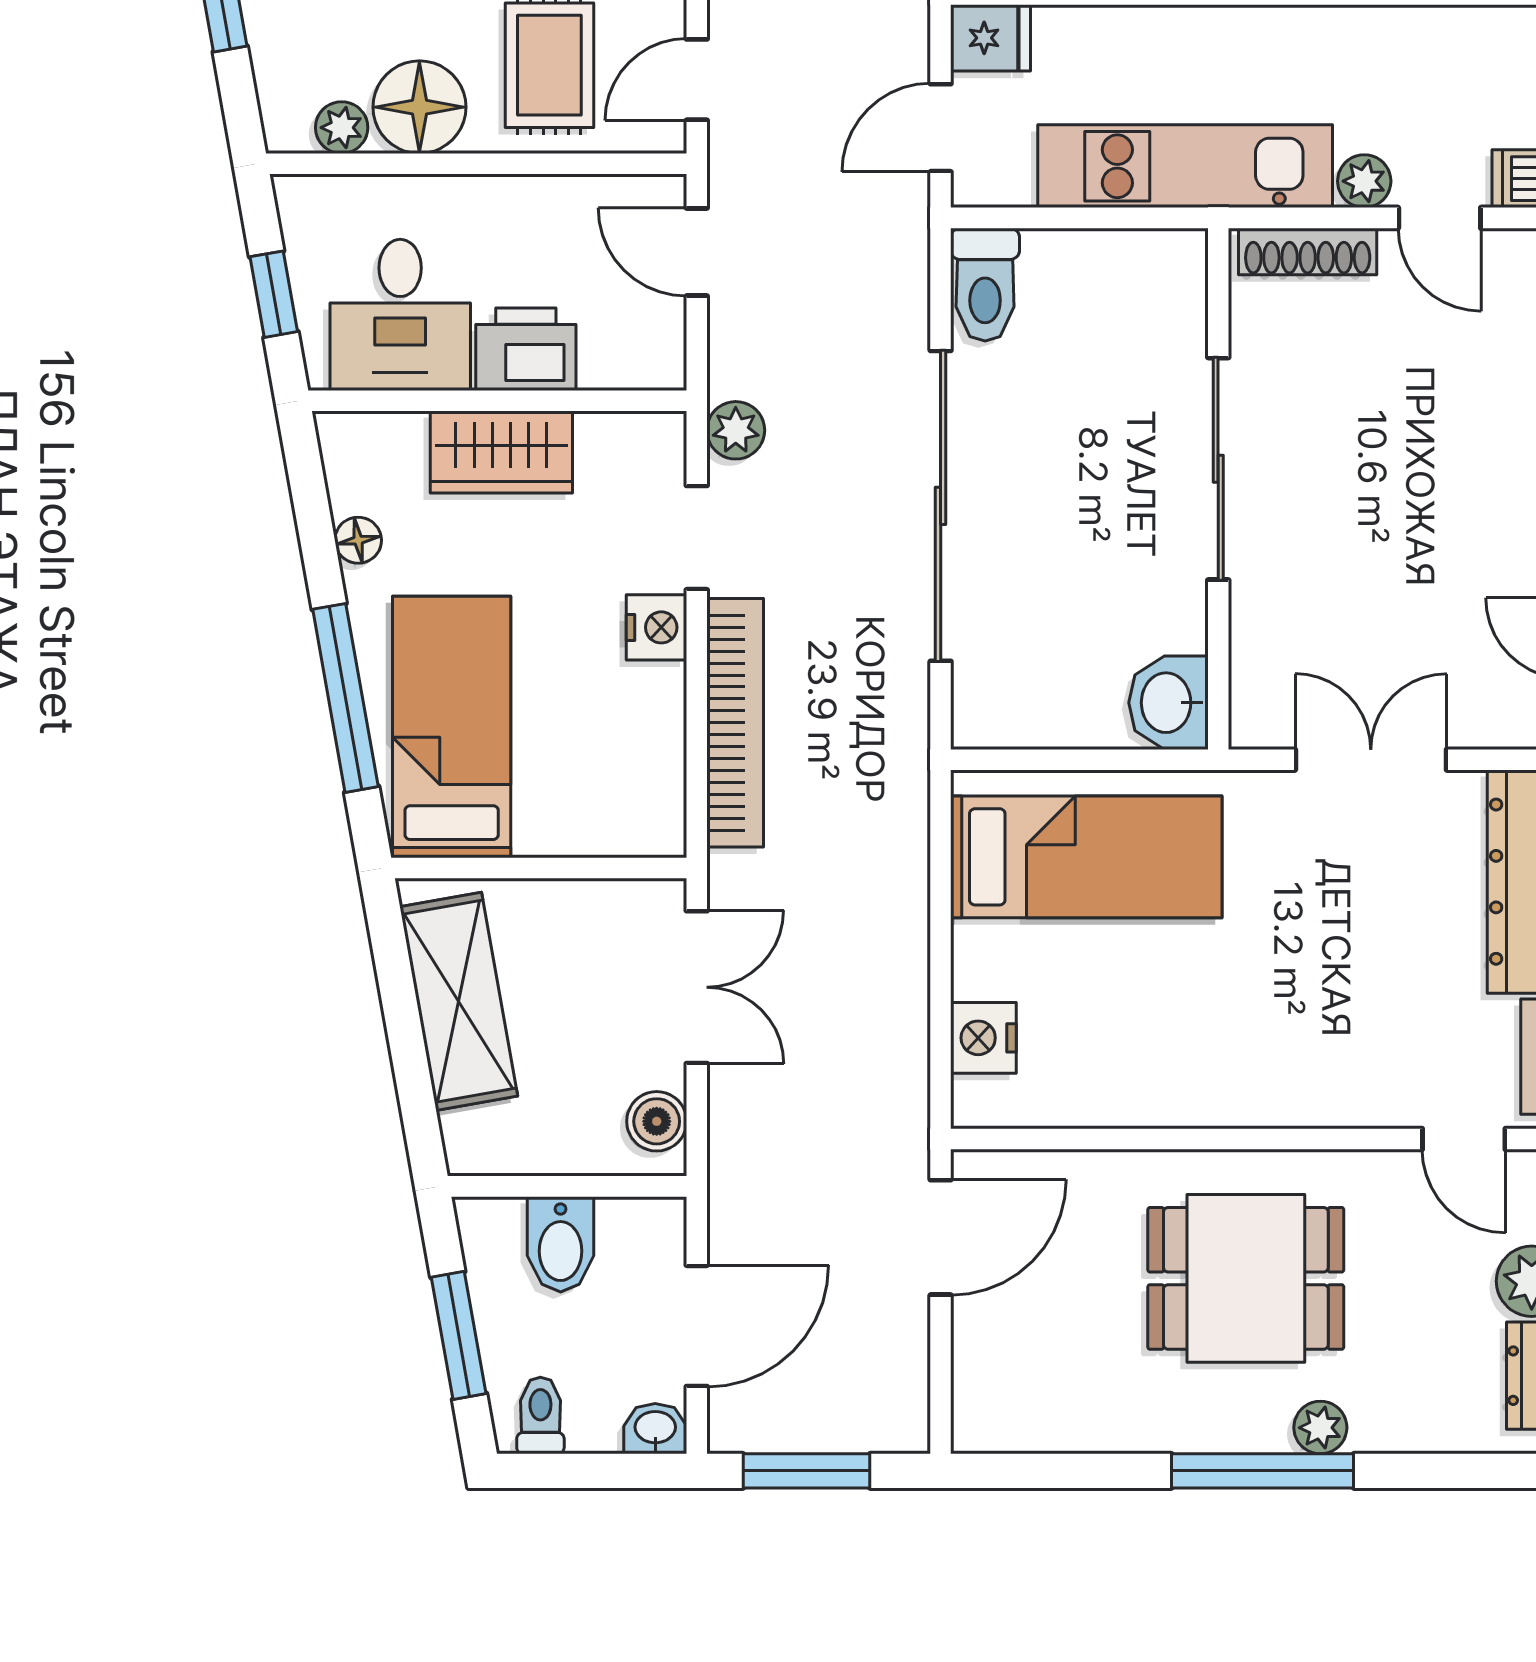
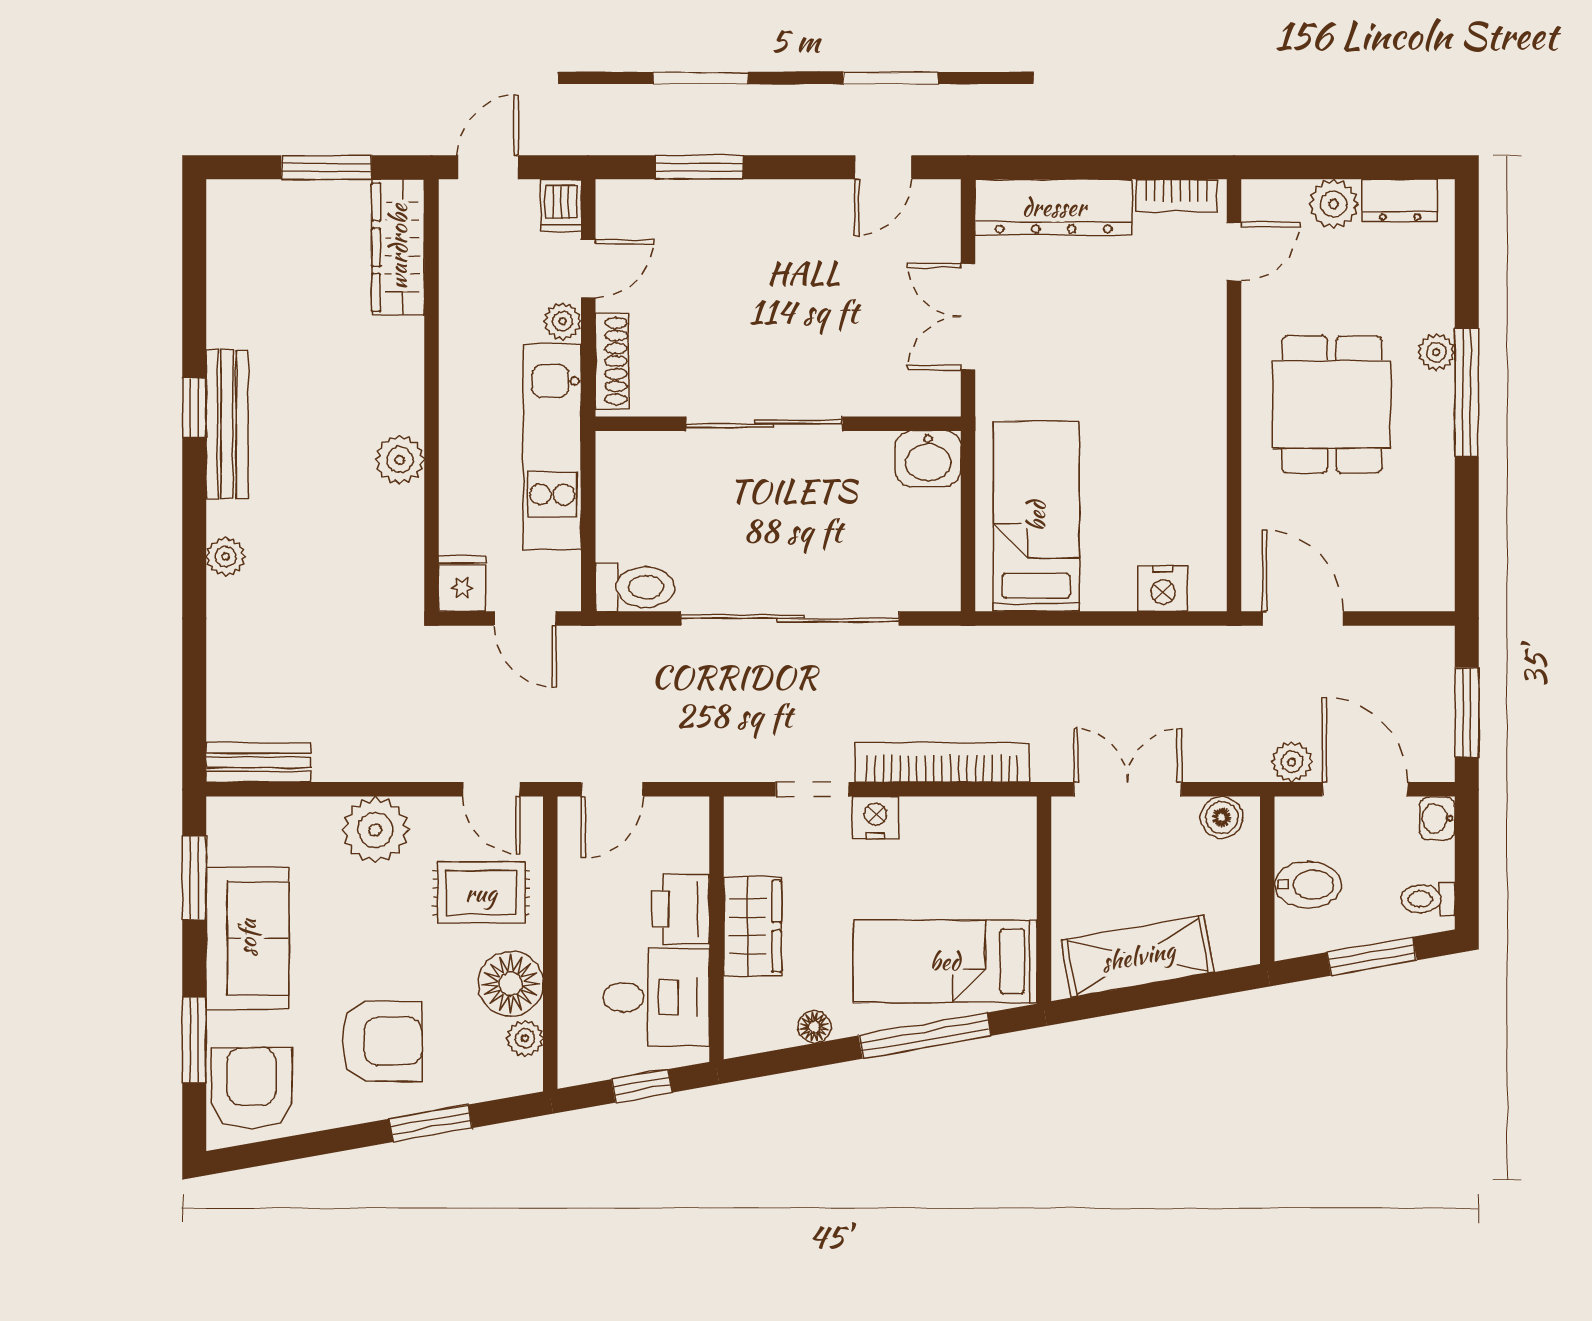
plant: (736, 430) -> (1292, 762), moved

